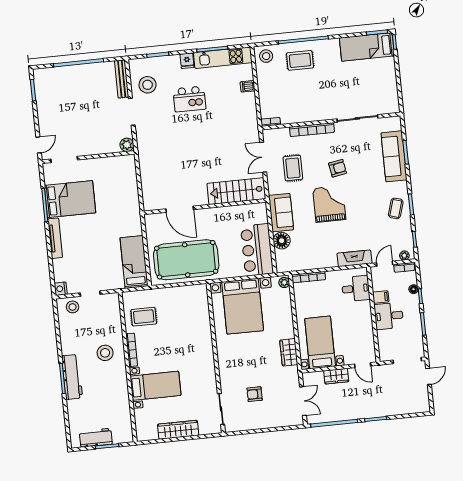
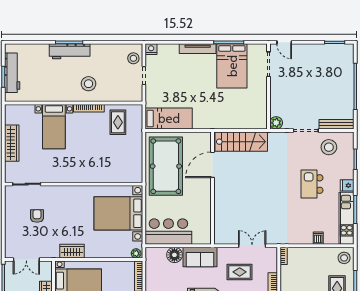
stairs: (236, 191) -> (241, 142), moved, turned 90
workbench: (96, 438) -> (12, 73), width x1.38

